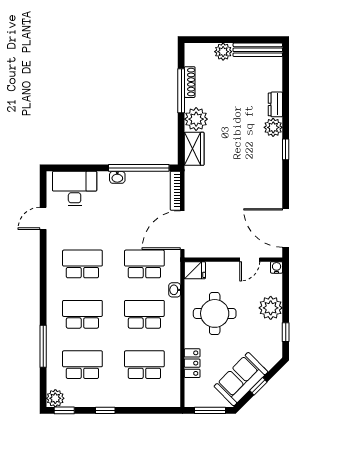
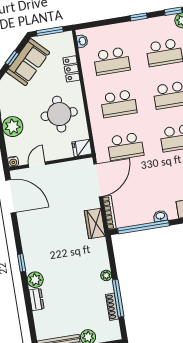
plant: (196, 119) -> (106, 275), width x0.53, depth x0.53
wardrobe: (194, 149) -> (95, 224), moved
washbasin: (175, 290) -> (82, 41), moved

